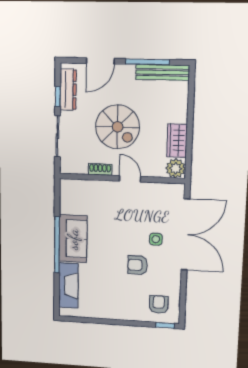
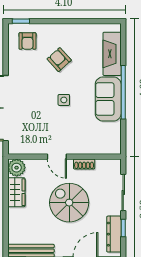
side table: (156, 239) -> (64, 100), moved
armchair: (138, 265) -> (59, 60), moved, turned -132

